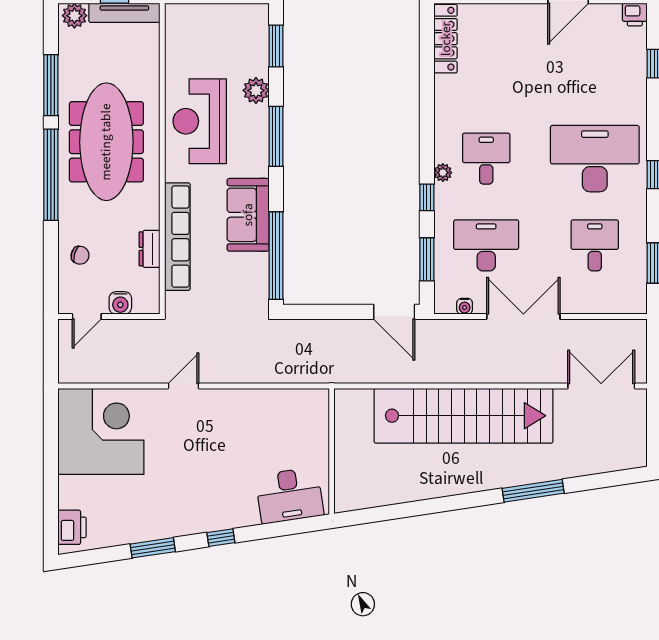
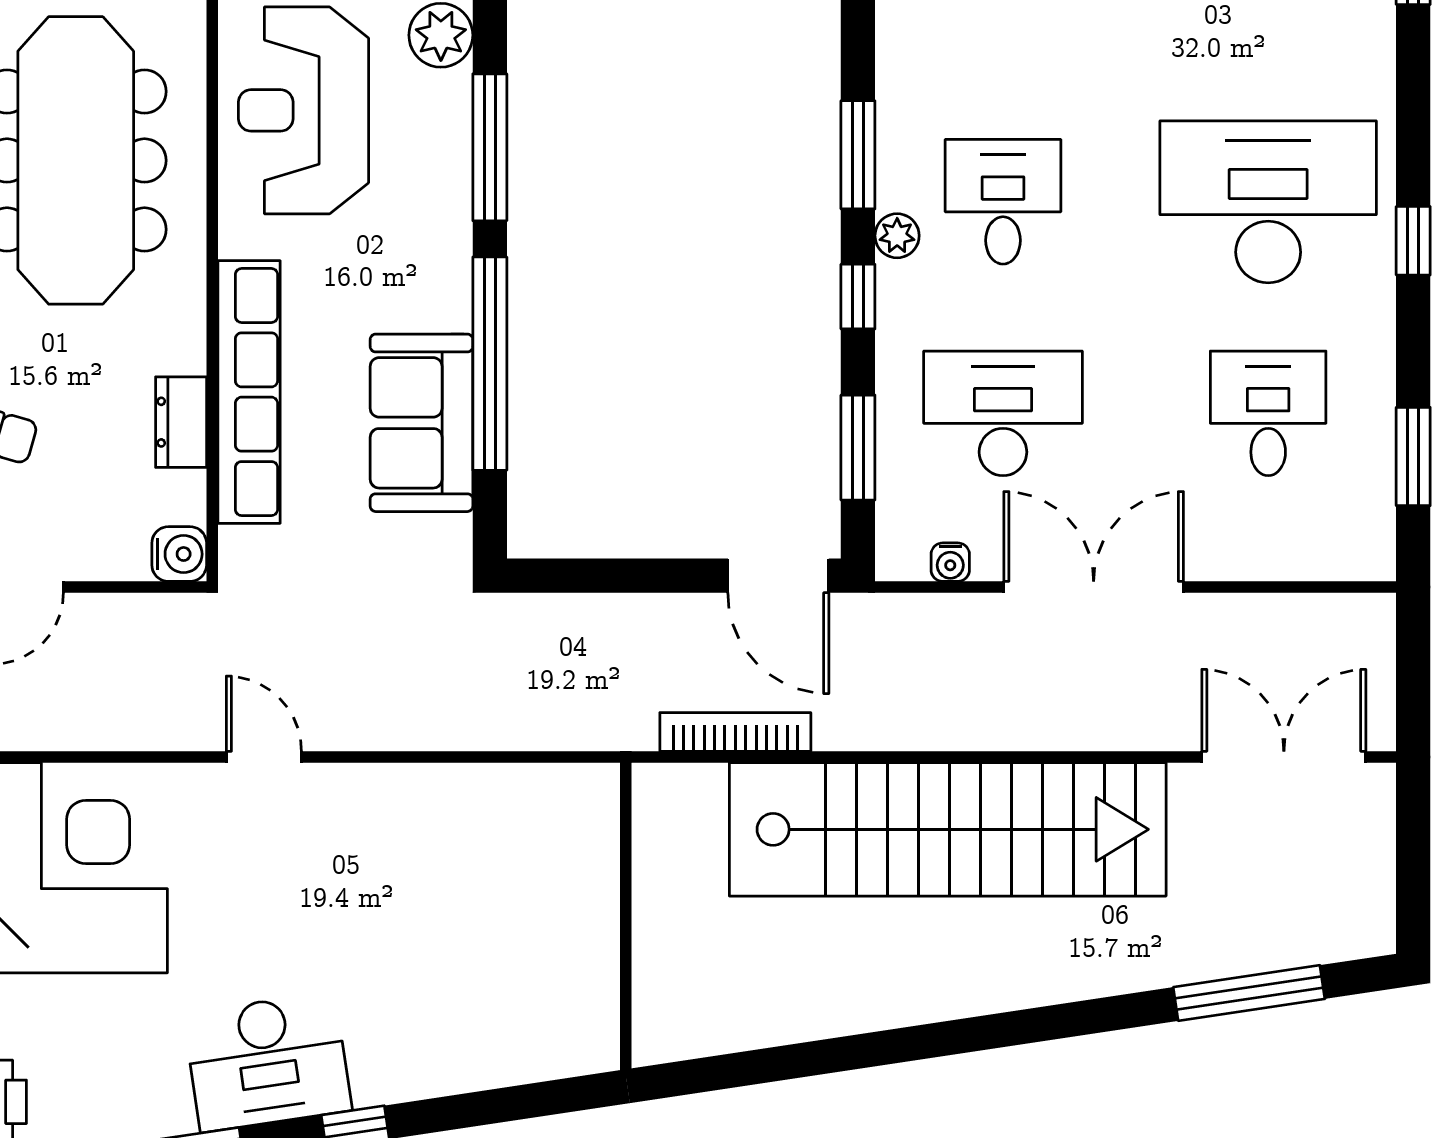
window: (427, 139) -> (858, 155), added
sofa: (248, 215) -> (422, 423), moved
window: (276, 256) -> (490, 364), moved
water cooler: (120, 303) -> (179, 554), moved, turned -90
bookcase: (377, 376) -> (735, 732), added
door: (183, 386) -> (264, 757), hinge flipped
window: (533, 491) -> (1249, 993), moved
desk: (289, 495) -> (268, 1062), moved

